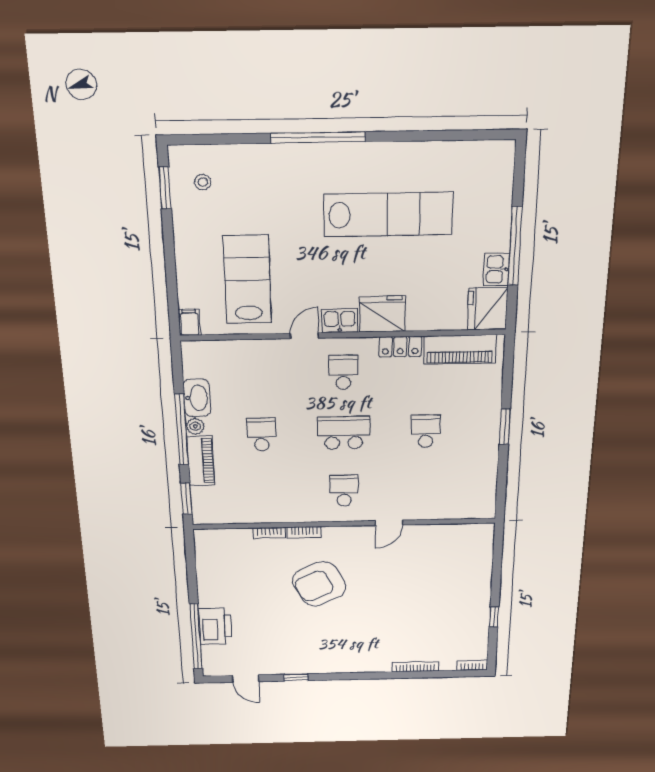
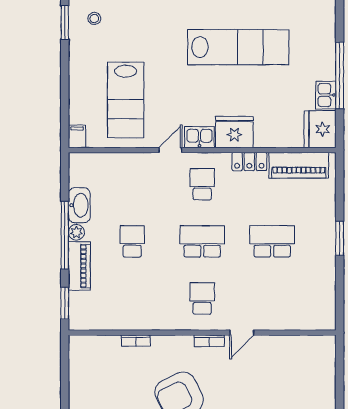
lab bench: (247, 280) -> (126, 100), turned 180
school desk: (426, 431) -> (272, 241), width x1.85
bookcase: (304, 533) -> (209, 341), moved

